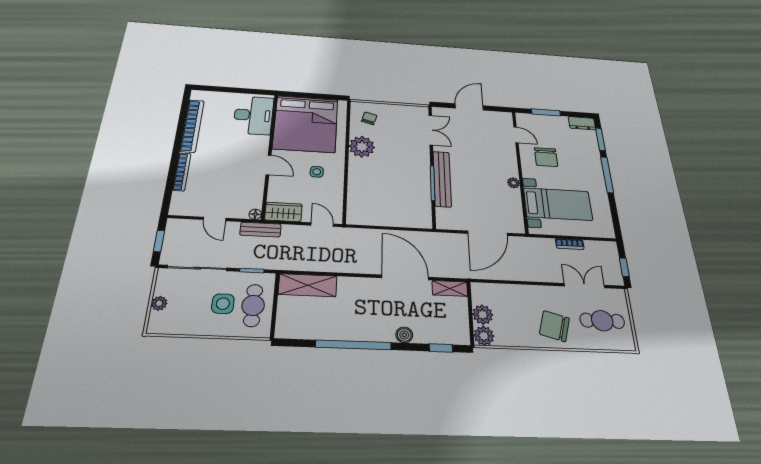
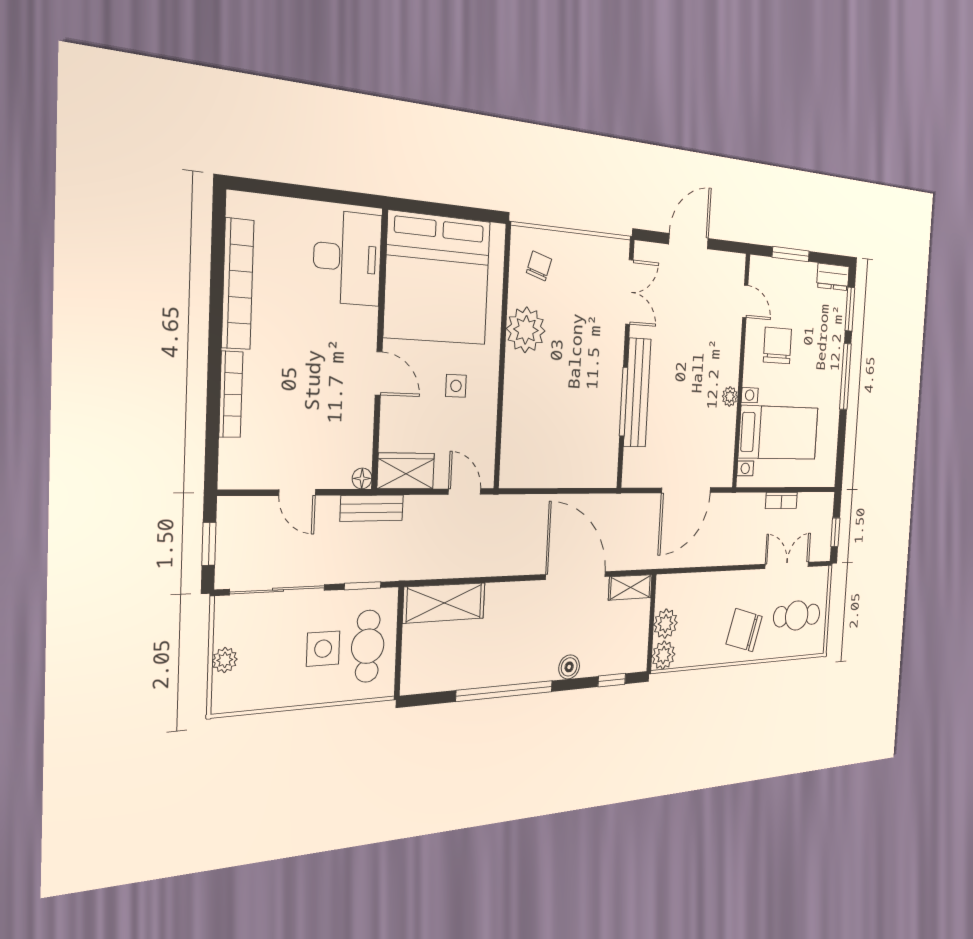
chair: (546, 157) -> (777, 346), turned 180

